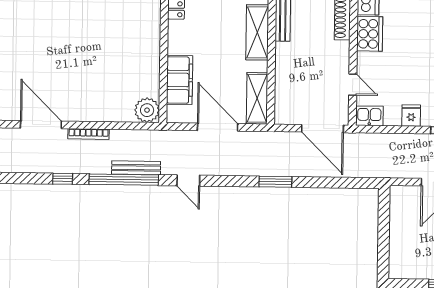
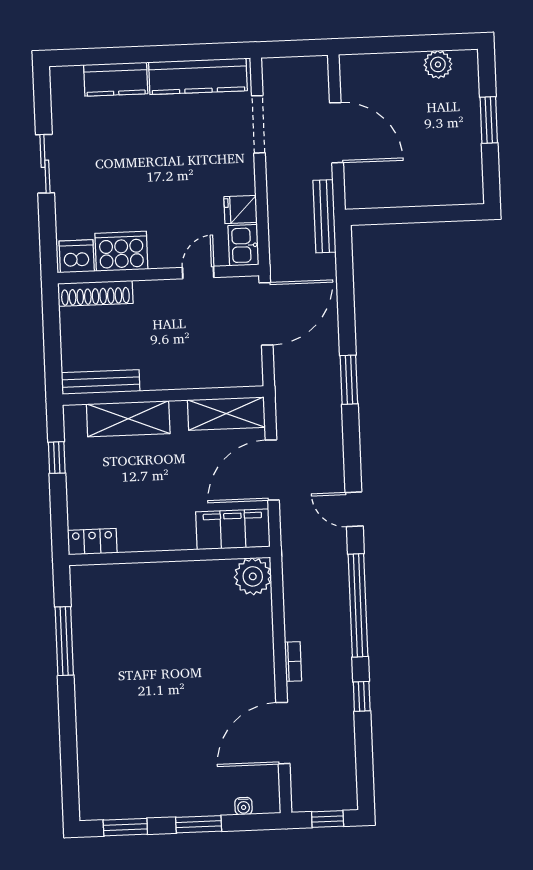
filing cabinet: (180, 80) -> (233, 529), moved
fridge: (411, 115) -> (241, 210), moved
bookcase: (89, 134) -> (293, 662), width x0.64
bench: (136, 168) -> (324, 216), moved
door: (188, 181) -> (354, 509), swing flipped

